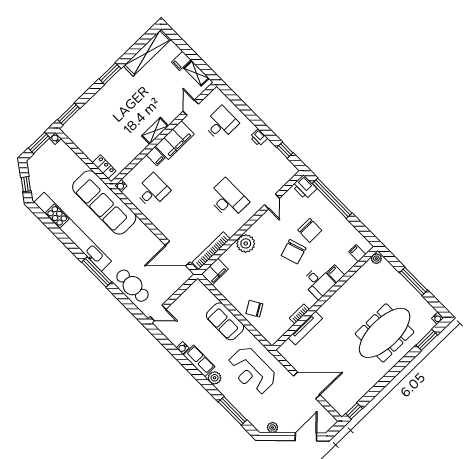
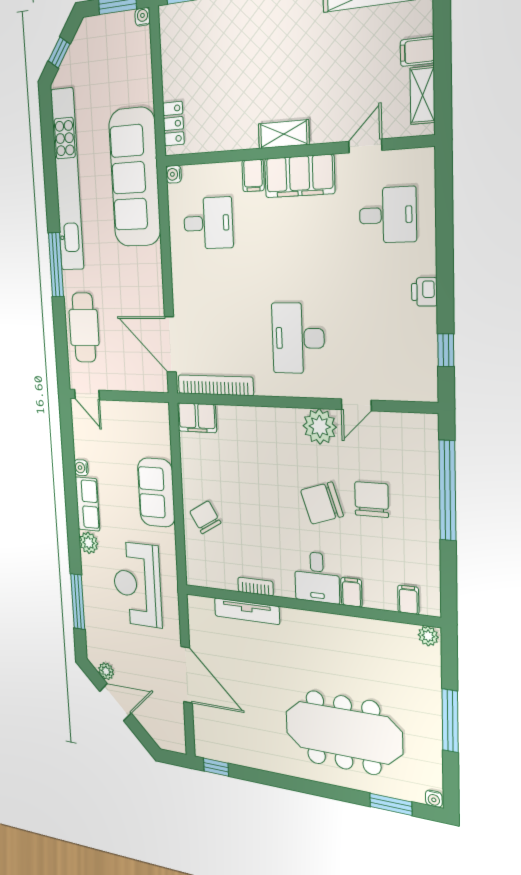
printer: (304, 187) -> (422, 433), removed
desk: (228, 199) -> (298, 338), turned 180
chair: (310, 230) -> (372, 500), turned 180
plant: (246, 243) -> (320, 426), moved
door: (306, 437) -> (115, 702), moved

